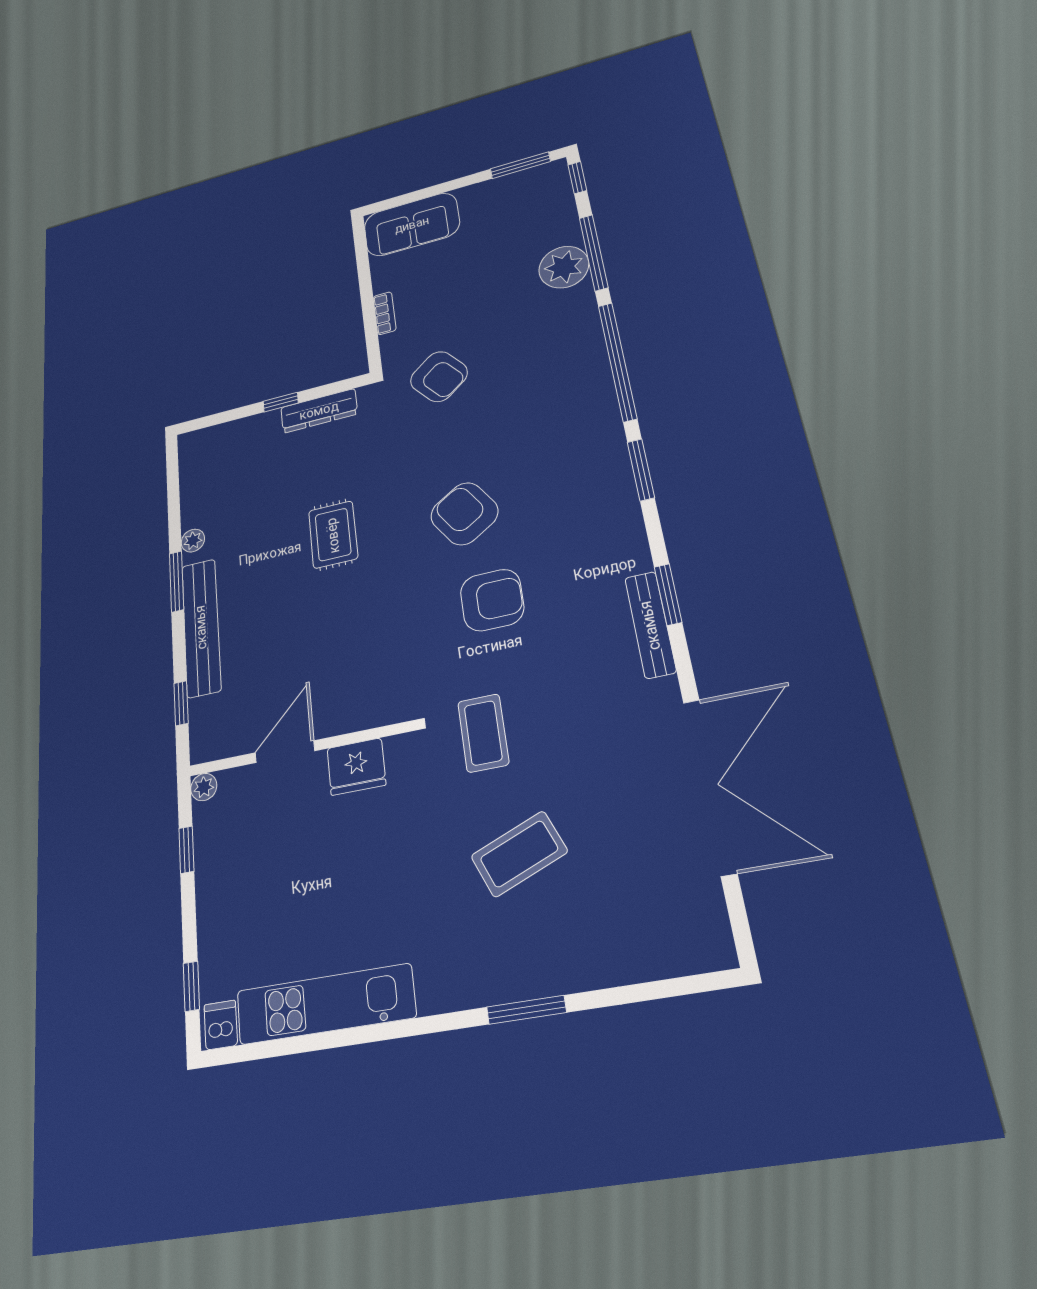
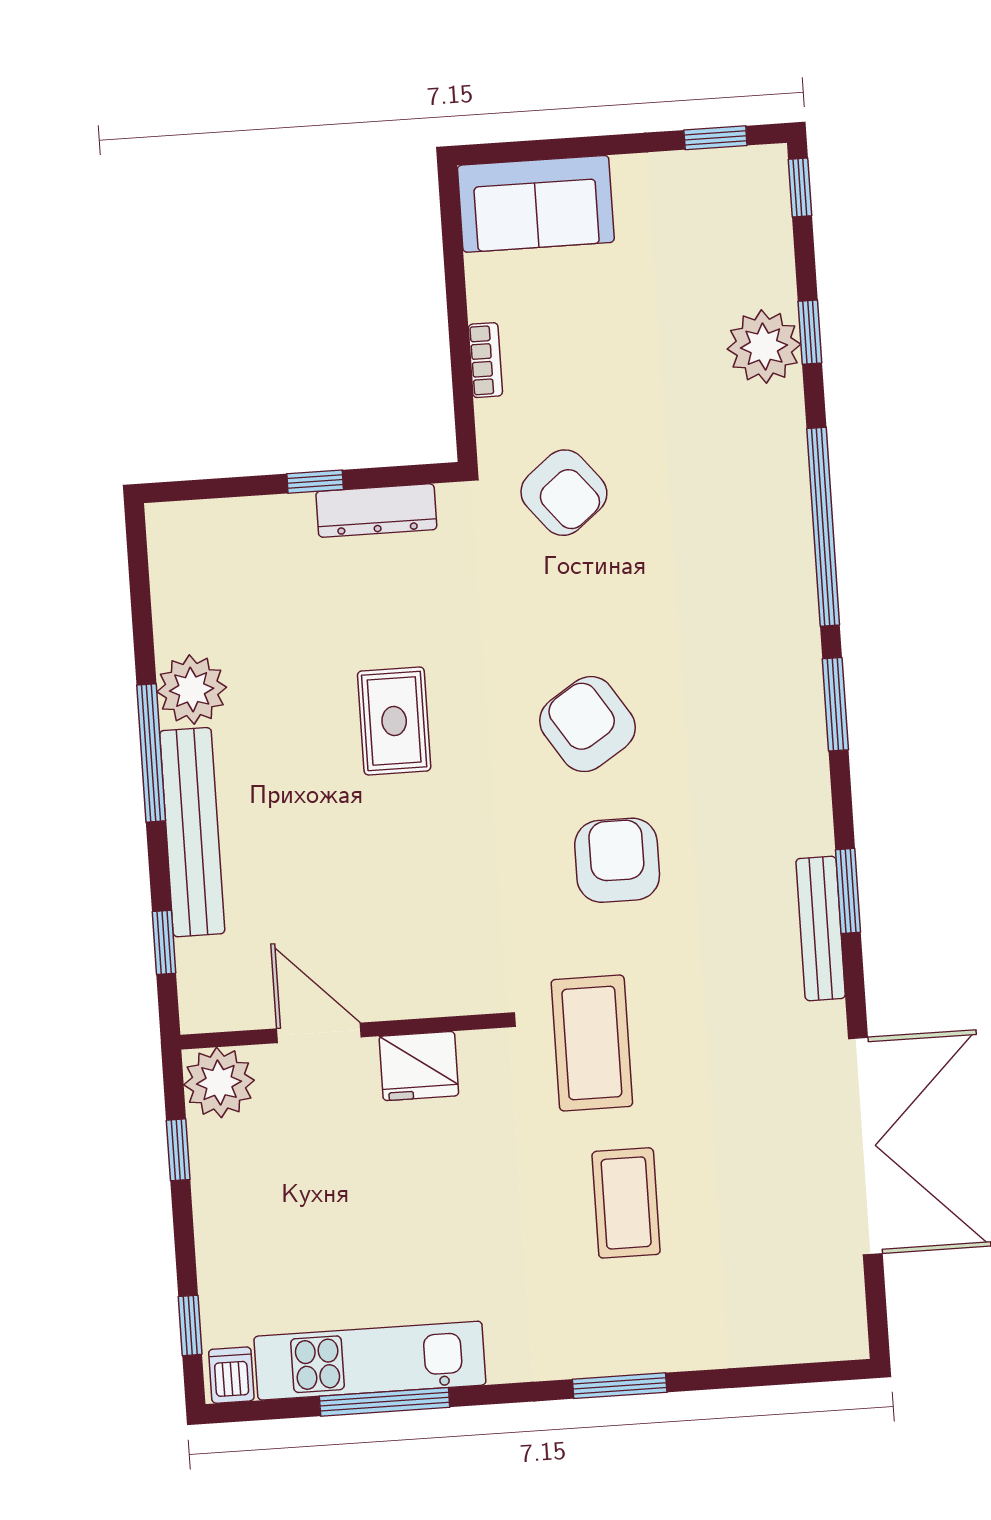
window: (520, 165) -> (715, 138), width x0.67
window: (594, 253) -> (810, 332), width x0.46
plant: (193, 541) -> (192, 690), width x1.87, depth x1.87
window: (177, 581) -> (151, 753), width x1.44
armchair: (492, 600) -> (617, 860), turned -90
coffee table: (483, 733) -> (592, 1043), width x1.36, depth x1.32
door: (285, 752) -> (319, 1033), hinge flipped
plant: (204, 787) -> (219, 1083), width x1.88, depth x1.88
coffee table: (519, 854) -> (626, 1203), turned -68
window: (337, 1039) -> (385, 1402), added

